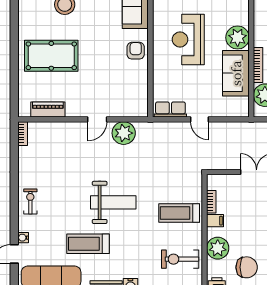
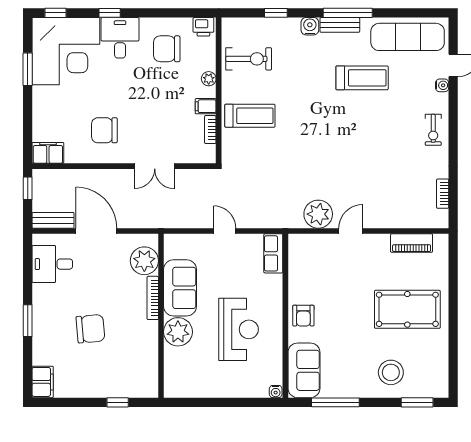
row of seats: (170, 110) -> (273, 253), moved, turned 90
bookcase: (23, 134) -> (443, 194), moved
weight bench: (113, 202) -> (331, 129), removed
plant: (218, 248) -> (209, 79), width x0.53, depth x0.53

